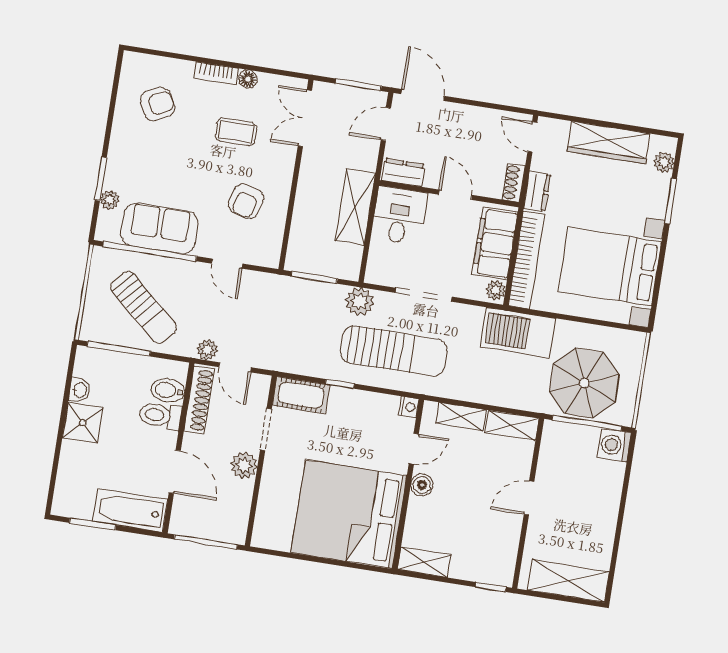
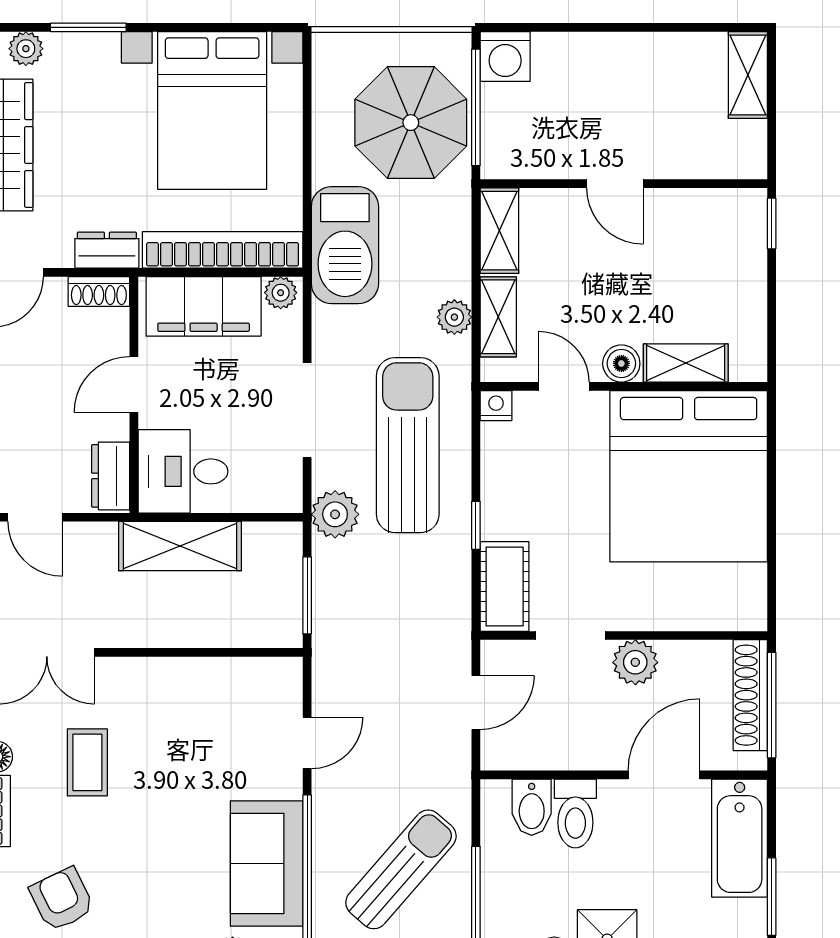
armchair: (246, 201) -> (199, 728), removed
plant: (207, 350) -> (454, 317), moved
shoe rack: (199, 400) -> (750, 695), moved, turned -90
shelving: (424, 562) -> (686, 363), moved, turned 90
shelving: (569, 581) -> (748, 75), width x0.67, depth x0.75

